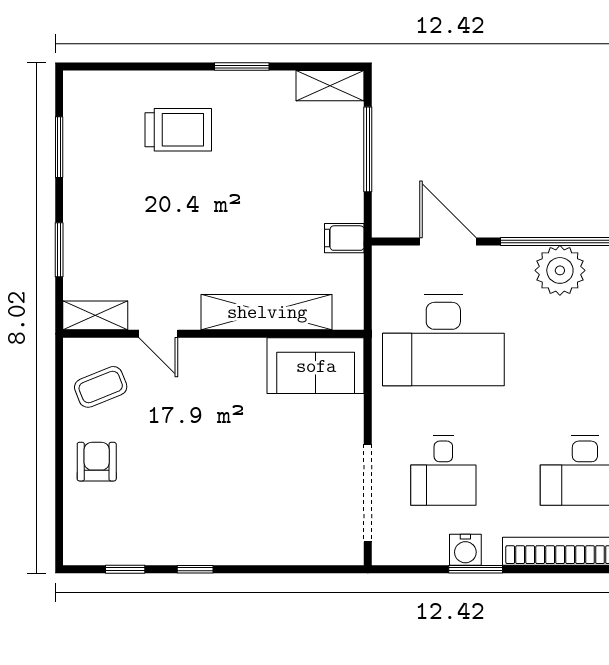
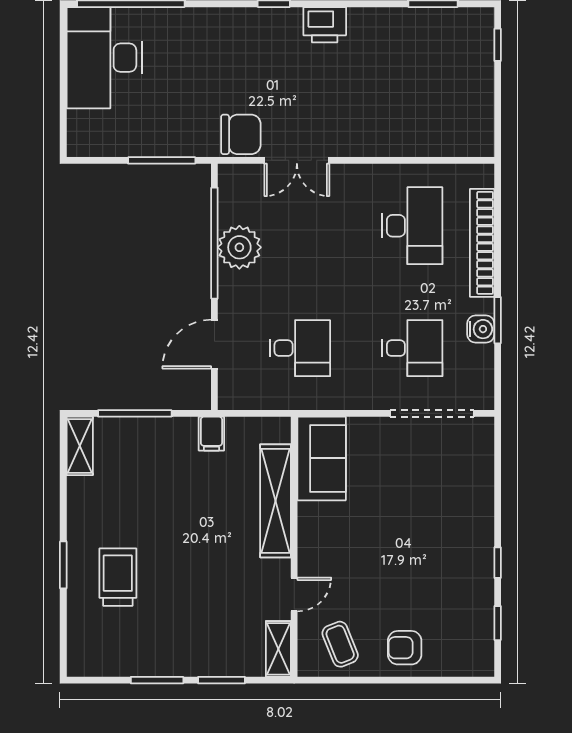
window: (242, 67) -> (63, 565), moved
window: (59, 147) -> (157, 680), moved
desk: (443, 340) -> (300, 348), width x0.53, depth x0.77

